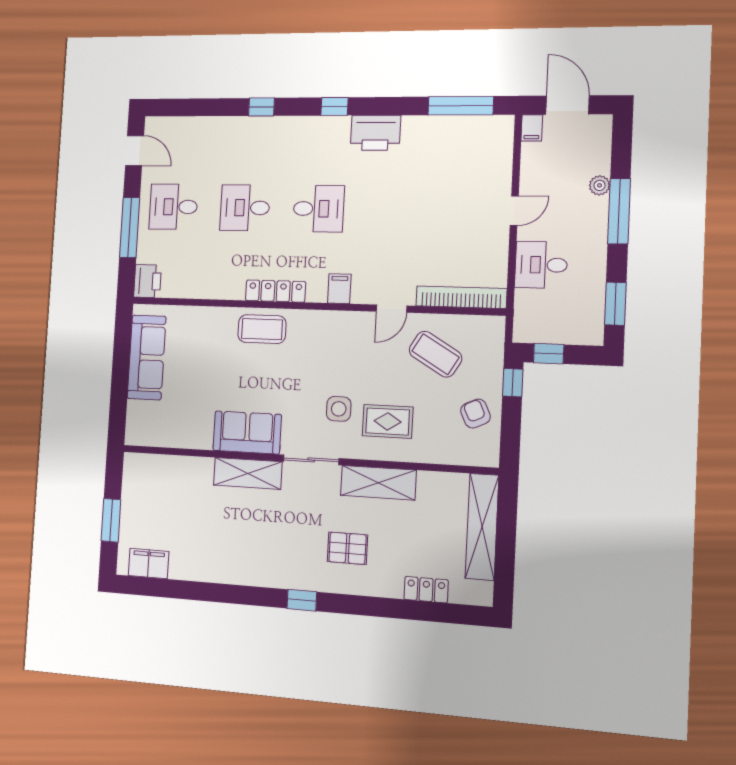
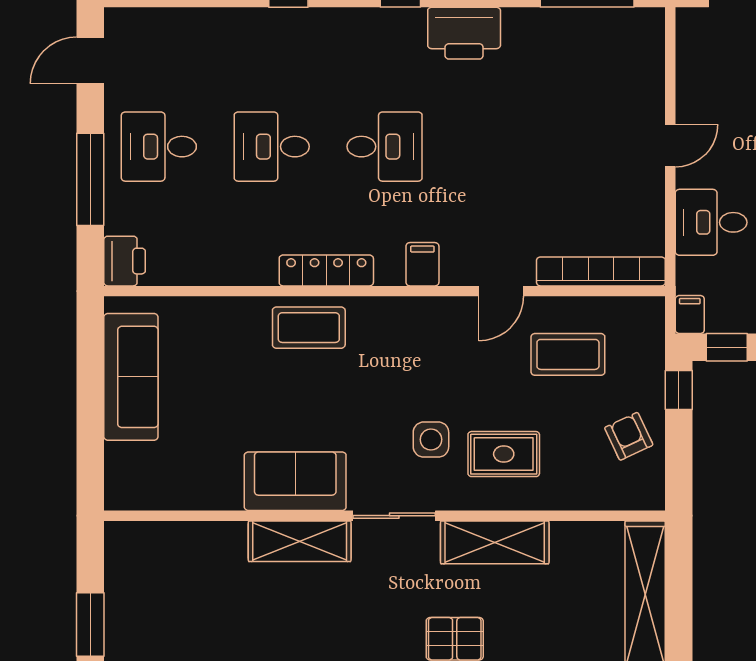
filing cabinet: (532, 128) -> (690, 315), moved, turned 180
door: (135, 151) -> (90, 60), swing flipped
coffee table: (435, 354) -> (568, 354), turned -31

